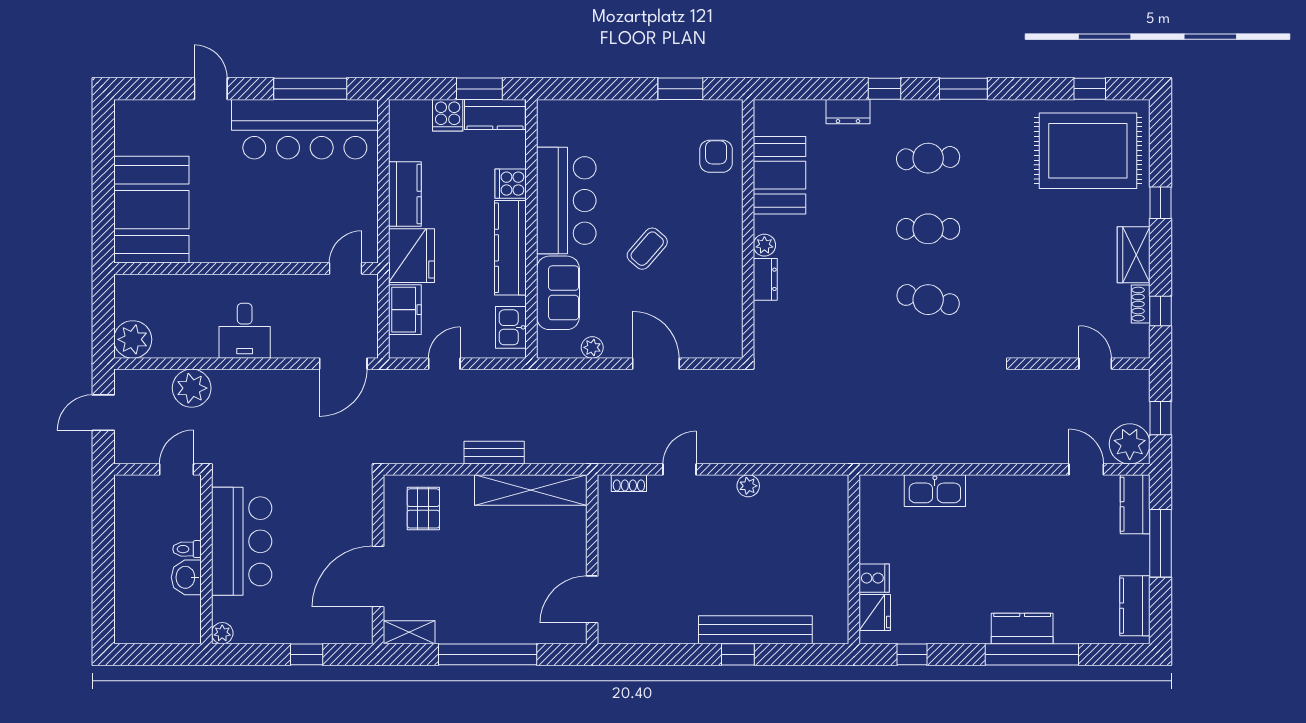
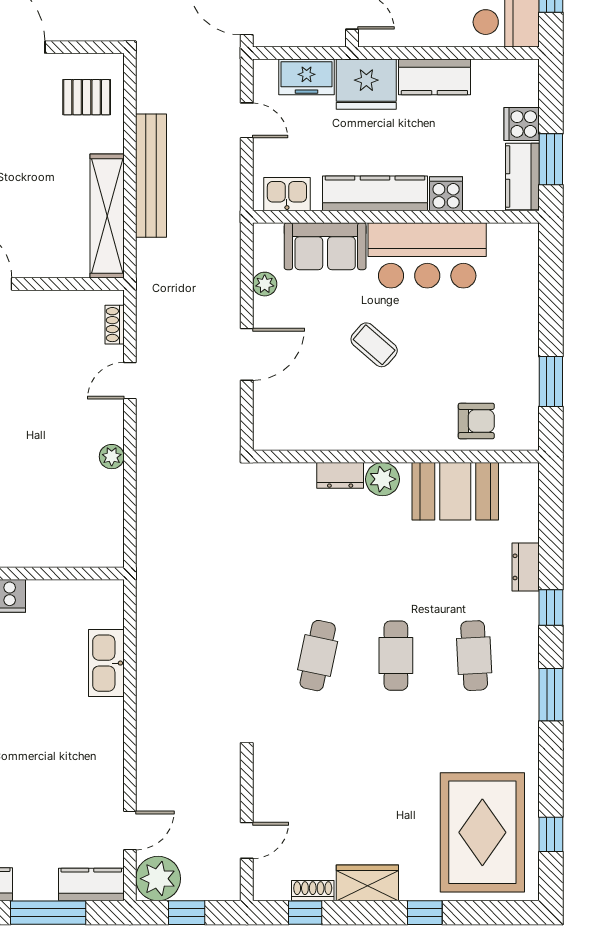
plant: (764, 245) -> (382, 479), width x1.38, depth x1.38
bench: (494, 453) -> (151, 176), width x1.86, depth x1.21
door: (680, 469) -> (130, 381), swing flipped

